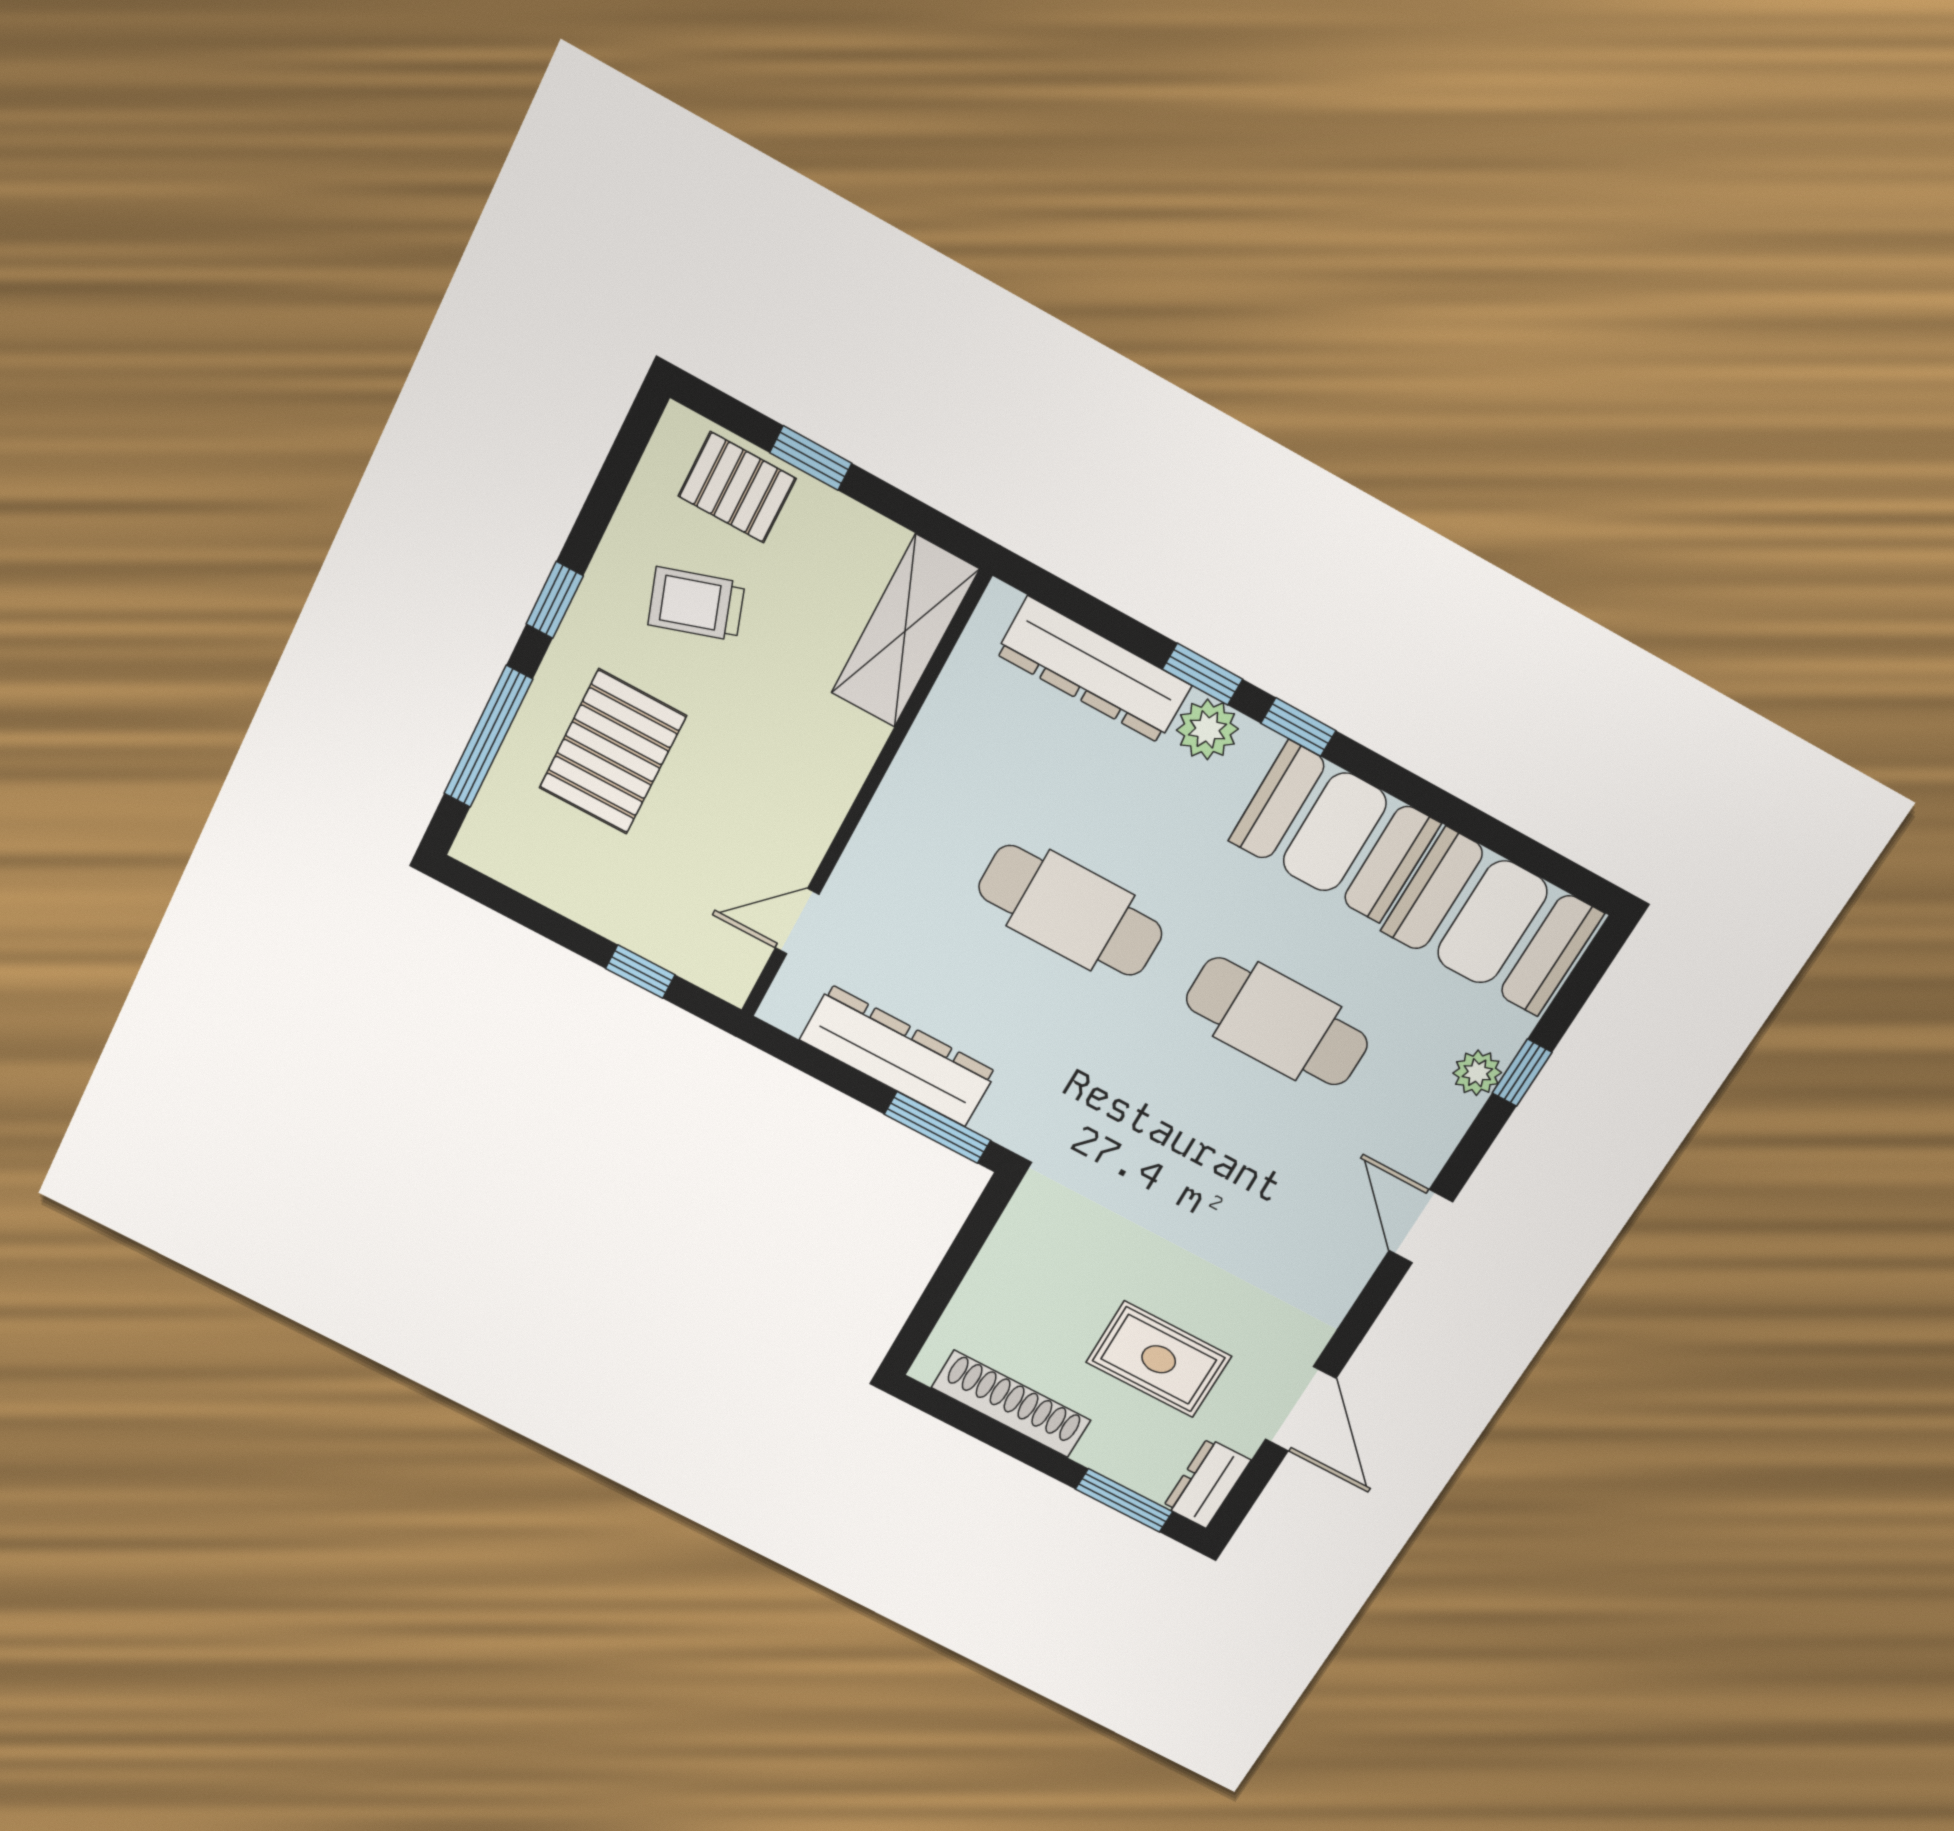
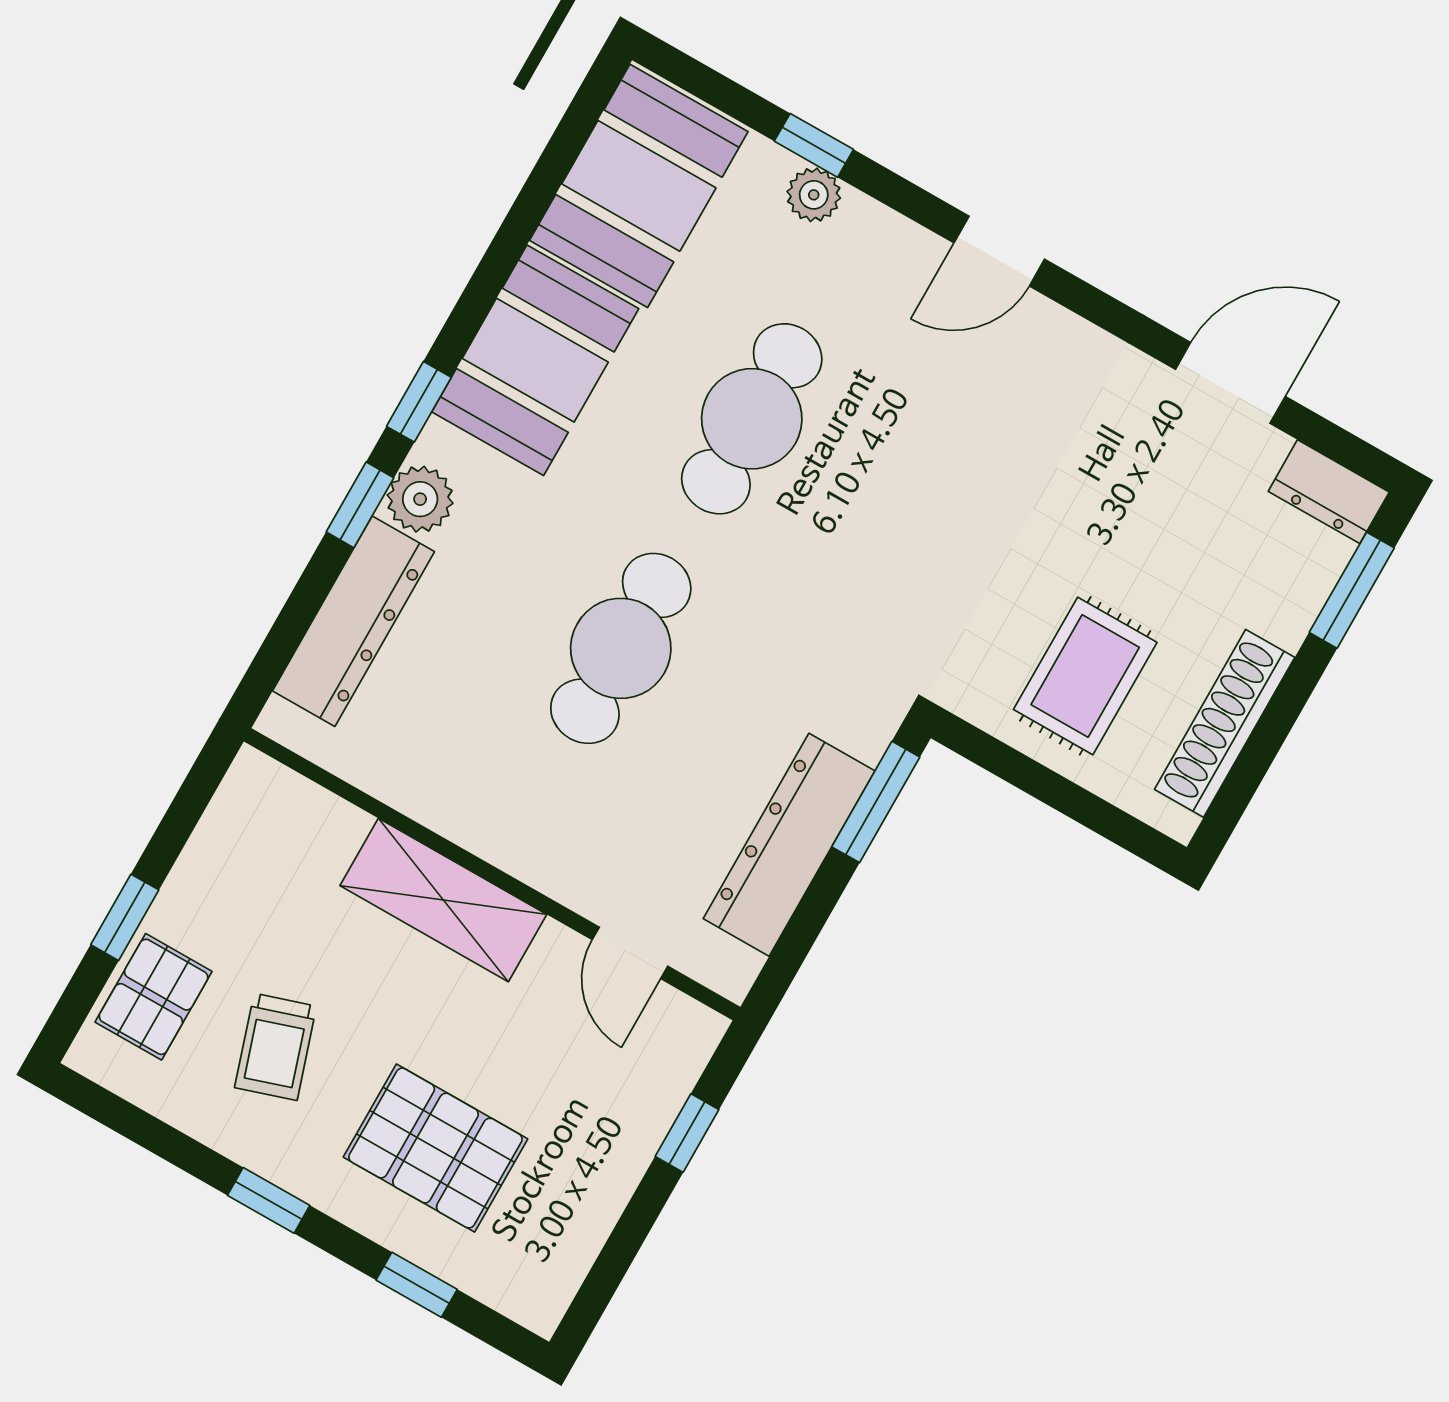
shelving: (905, 631) -> (443, 900), moved
window: (488, 737) -> (417, 1285), width x0.46
rug: (1159, 1359) -> (1085, 676), moved

